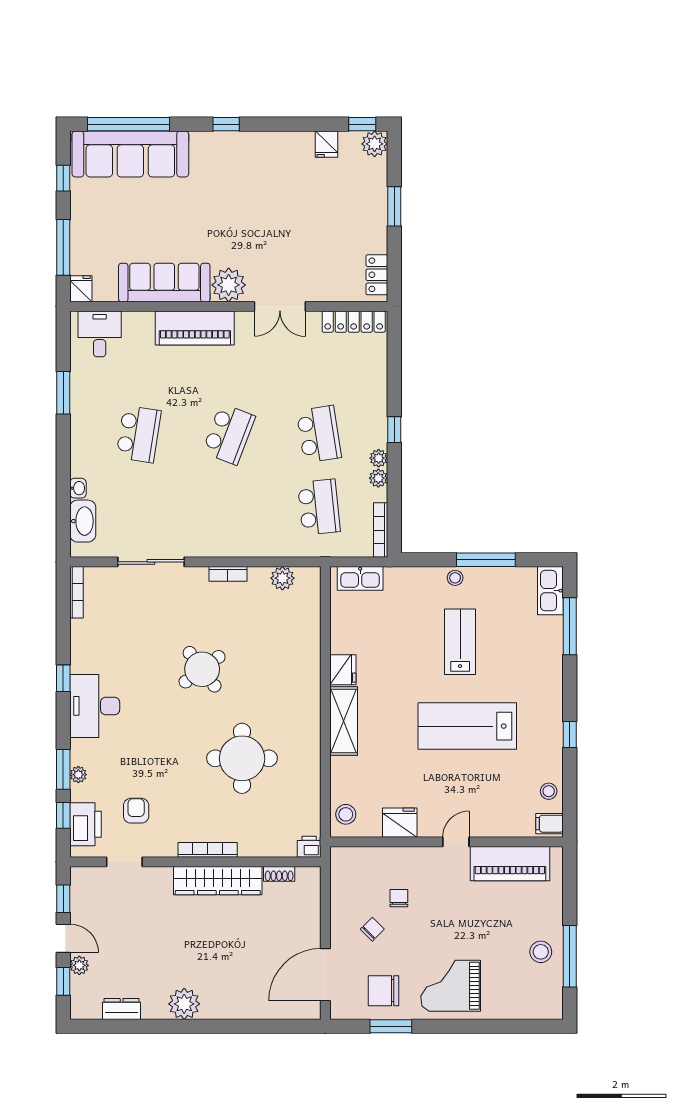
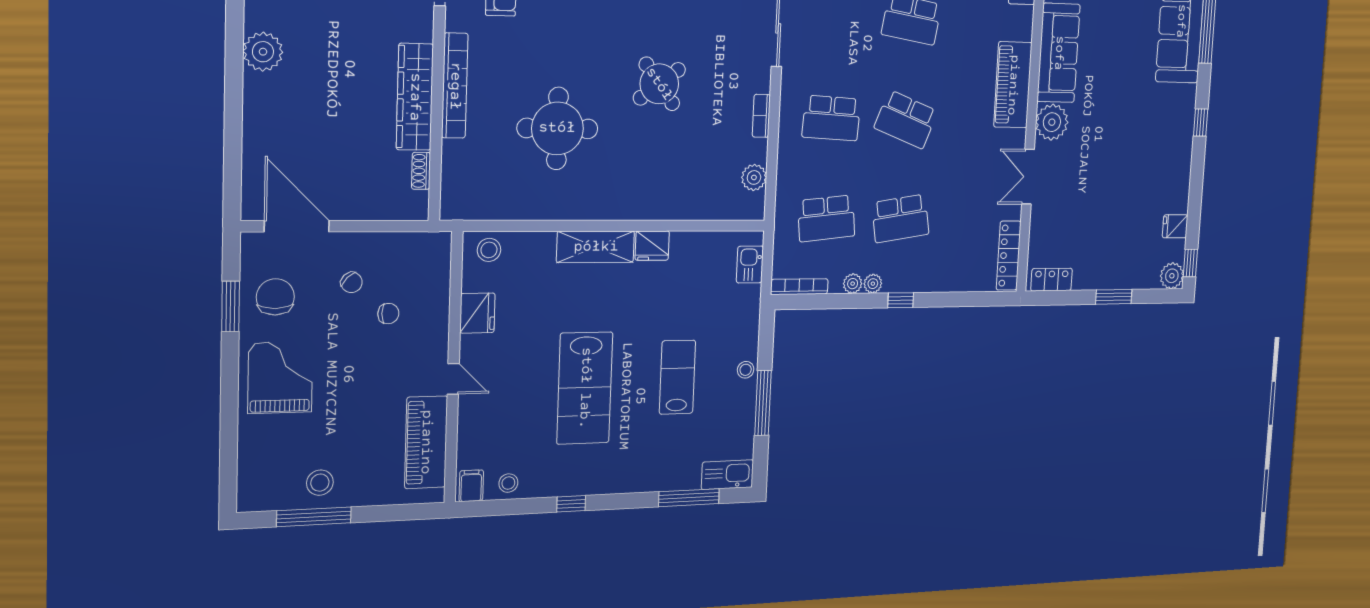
school desk: (229, 507) -> (831, 118), added
kitchen sink: (360, 578) -> (750, 264), width x0.73
lab bench: (460, 642) -> (677, 377), turned -90
lab bench: (467, 726) -> (585, 388), turned 180
printer: (309, 847) -> (452, 207), removed
bookcase: (208, 850) -> (455, 86), width x1.48, depth x1.31

